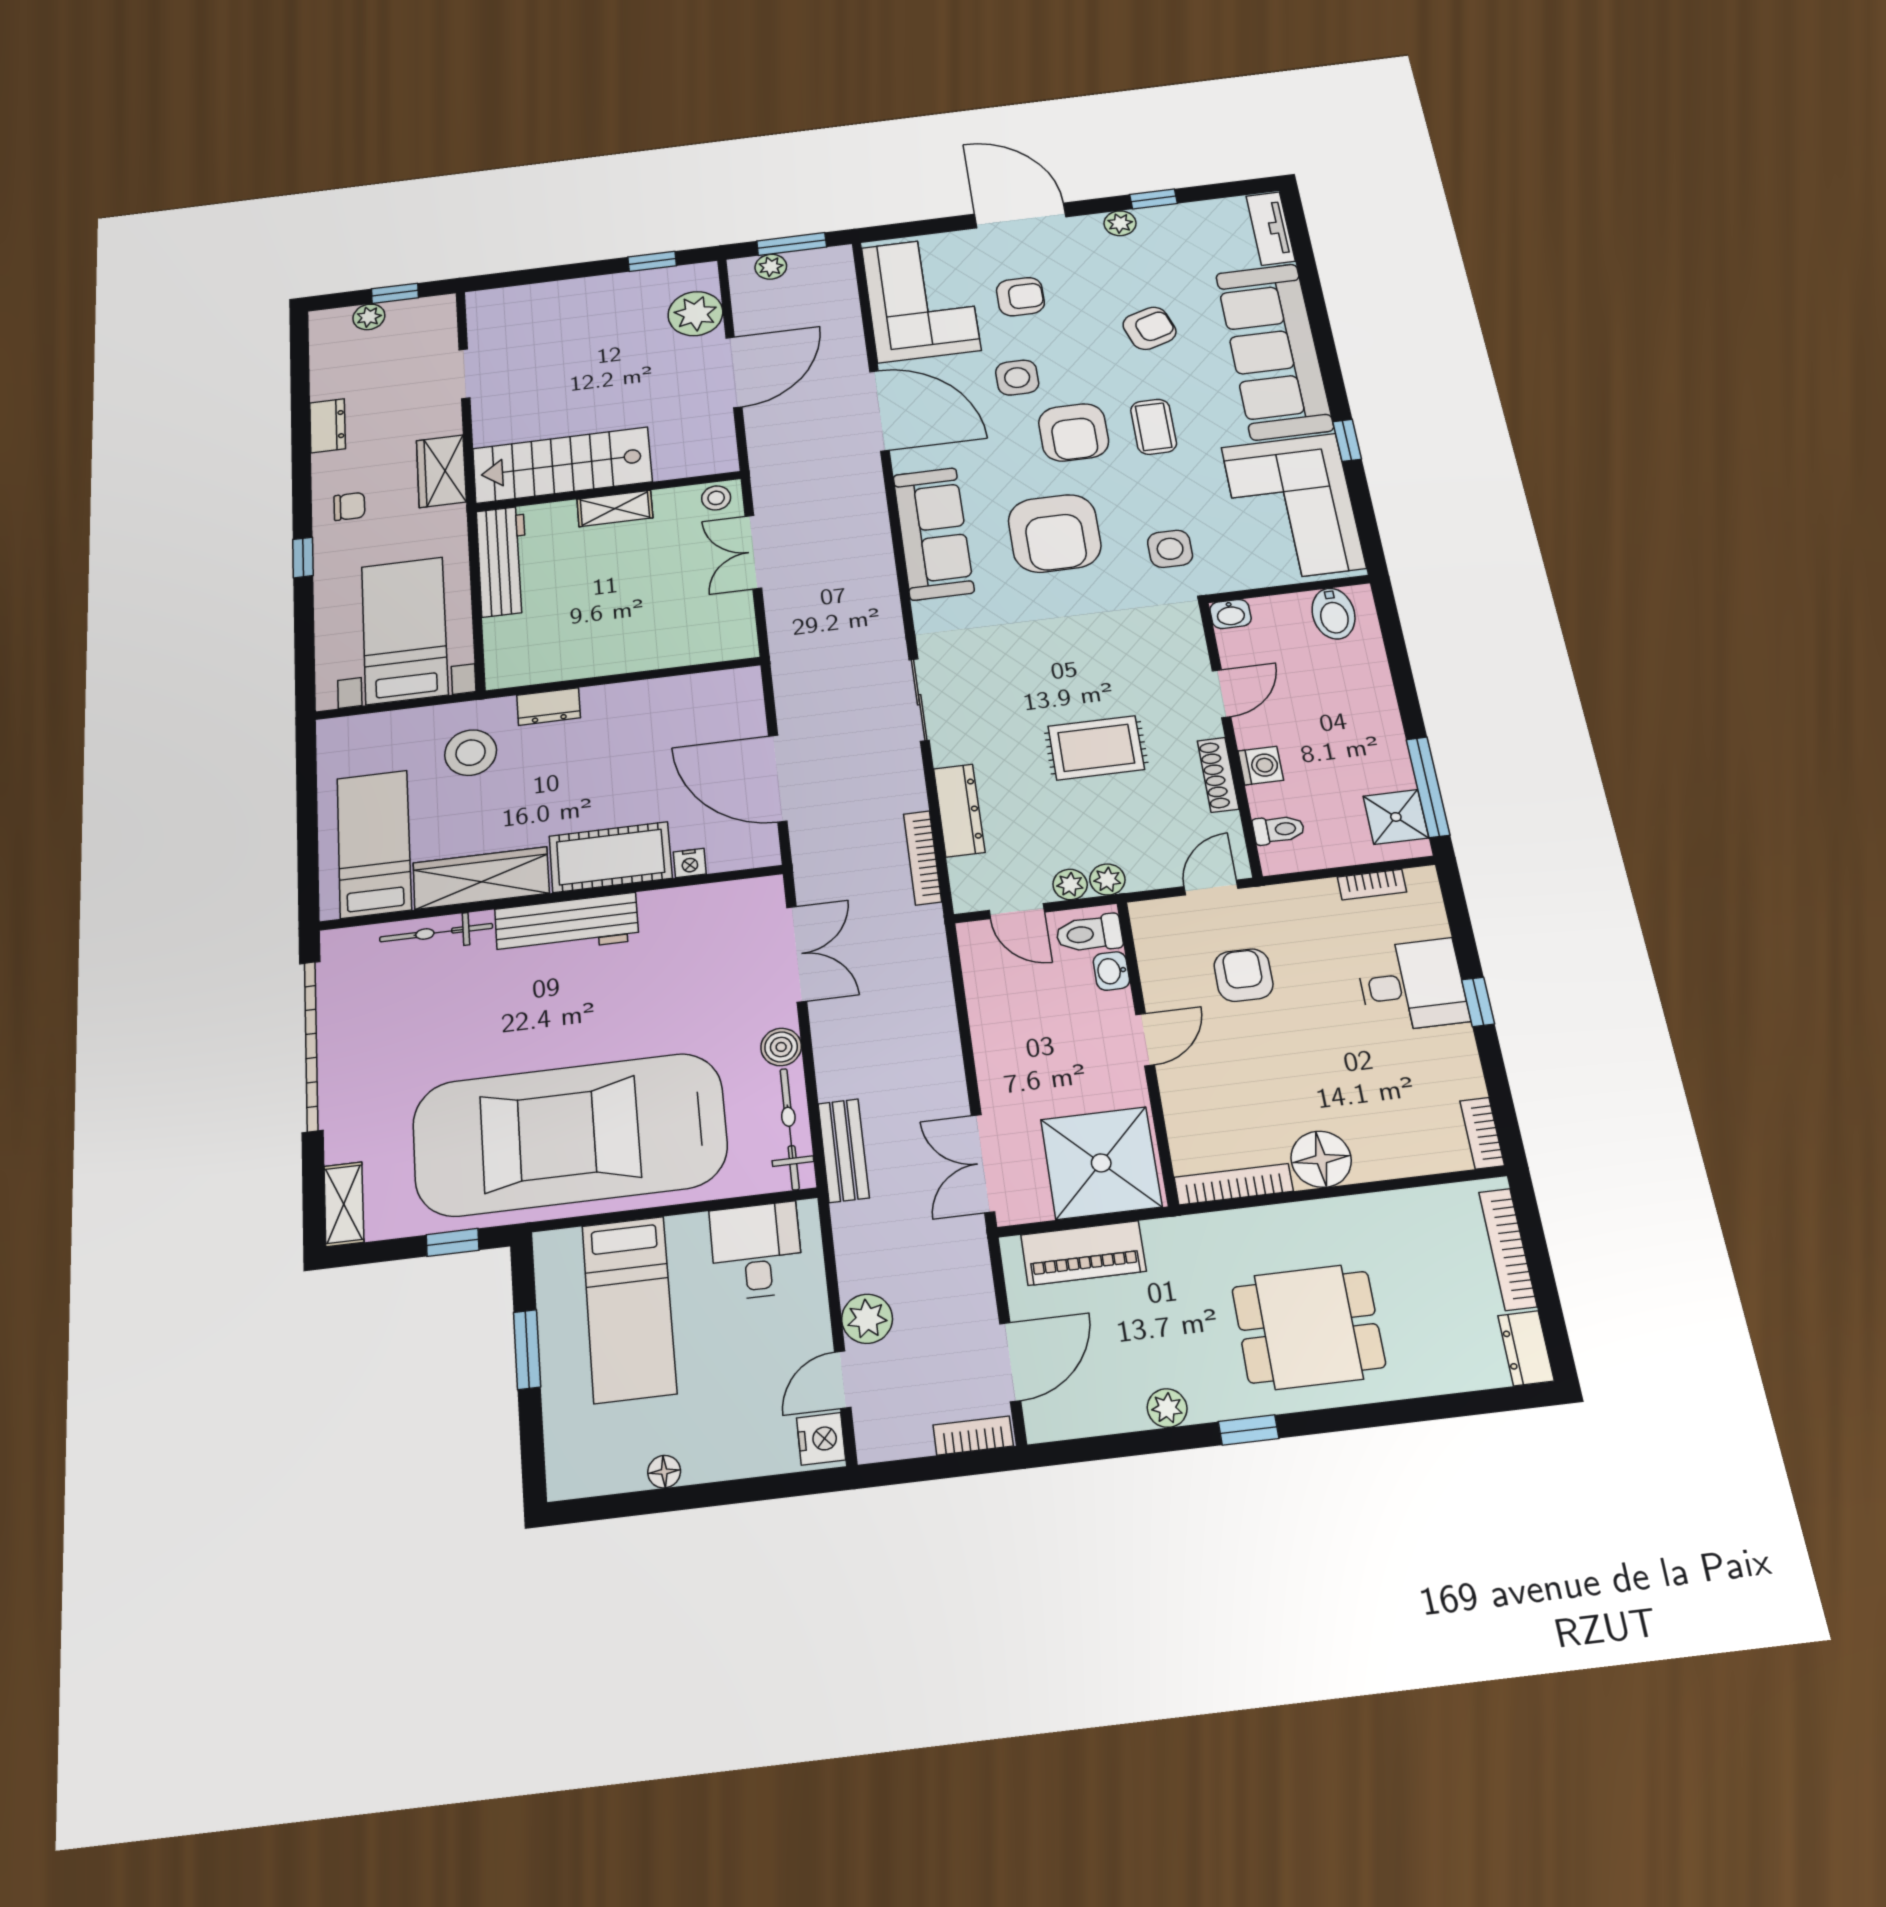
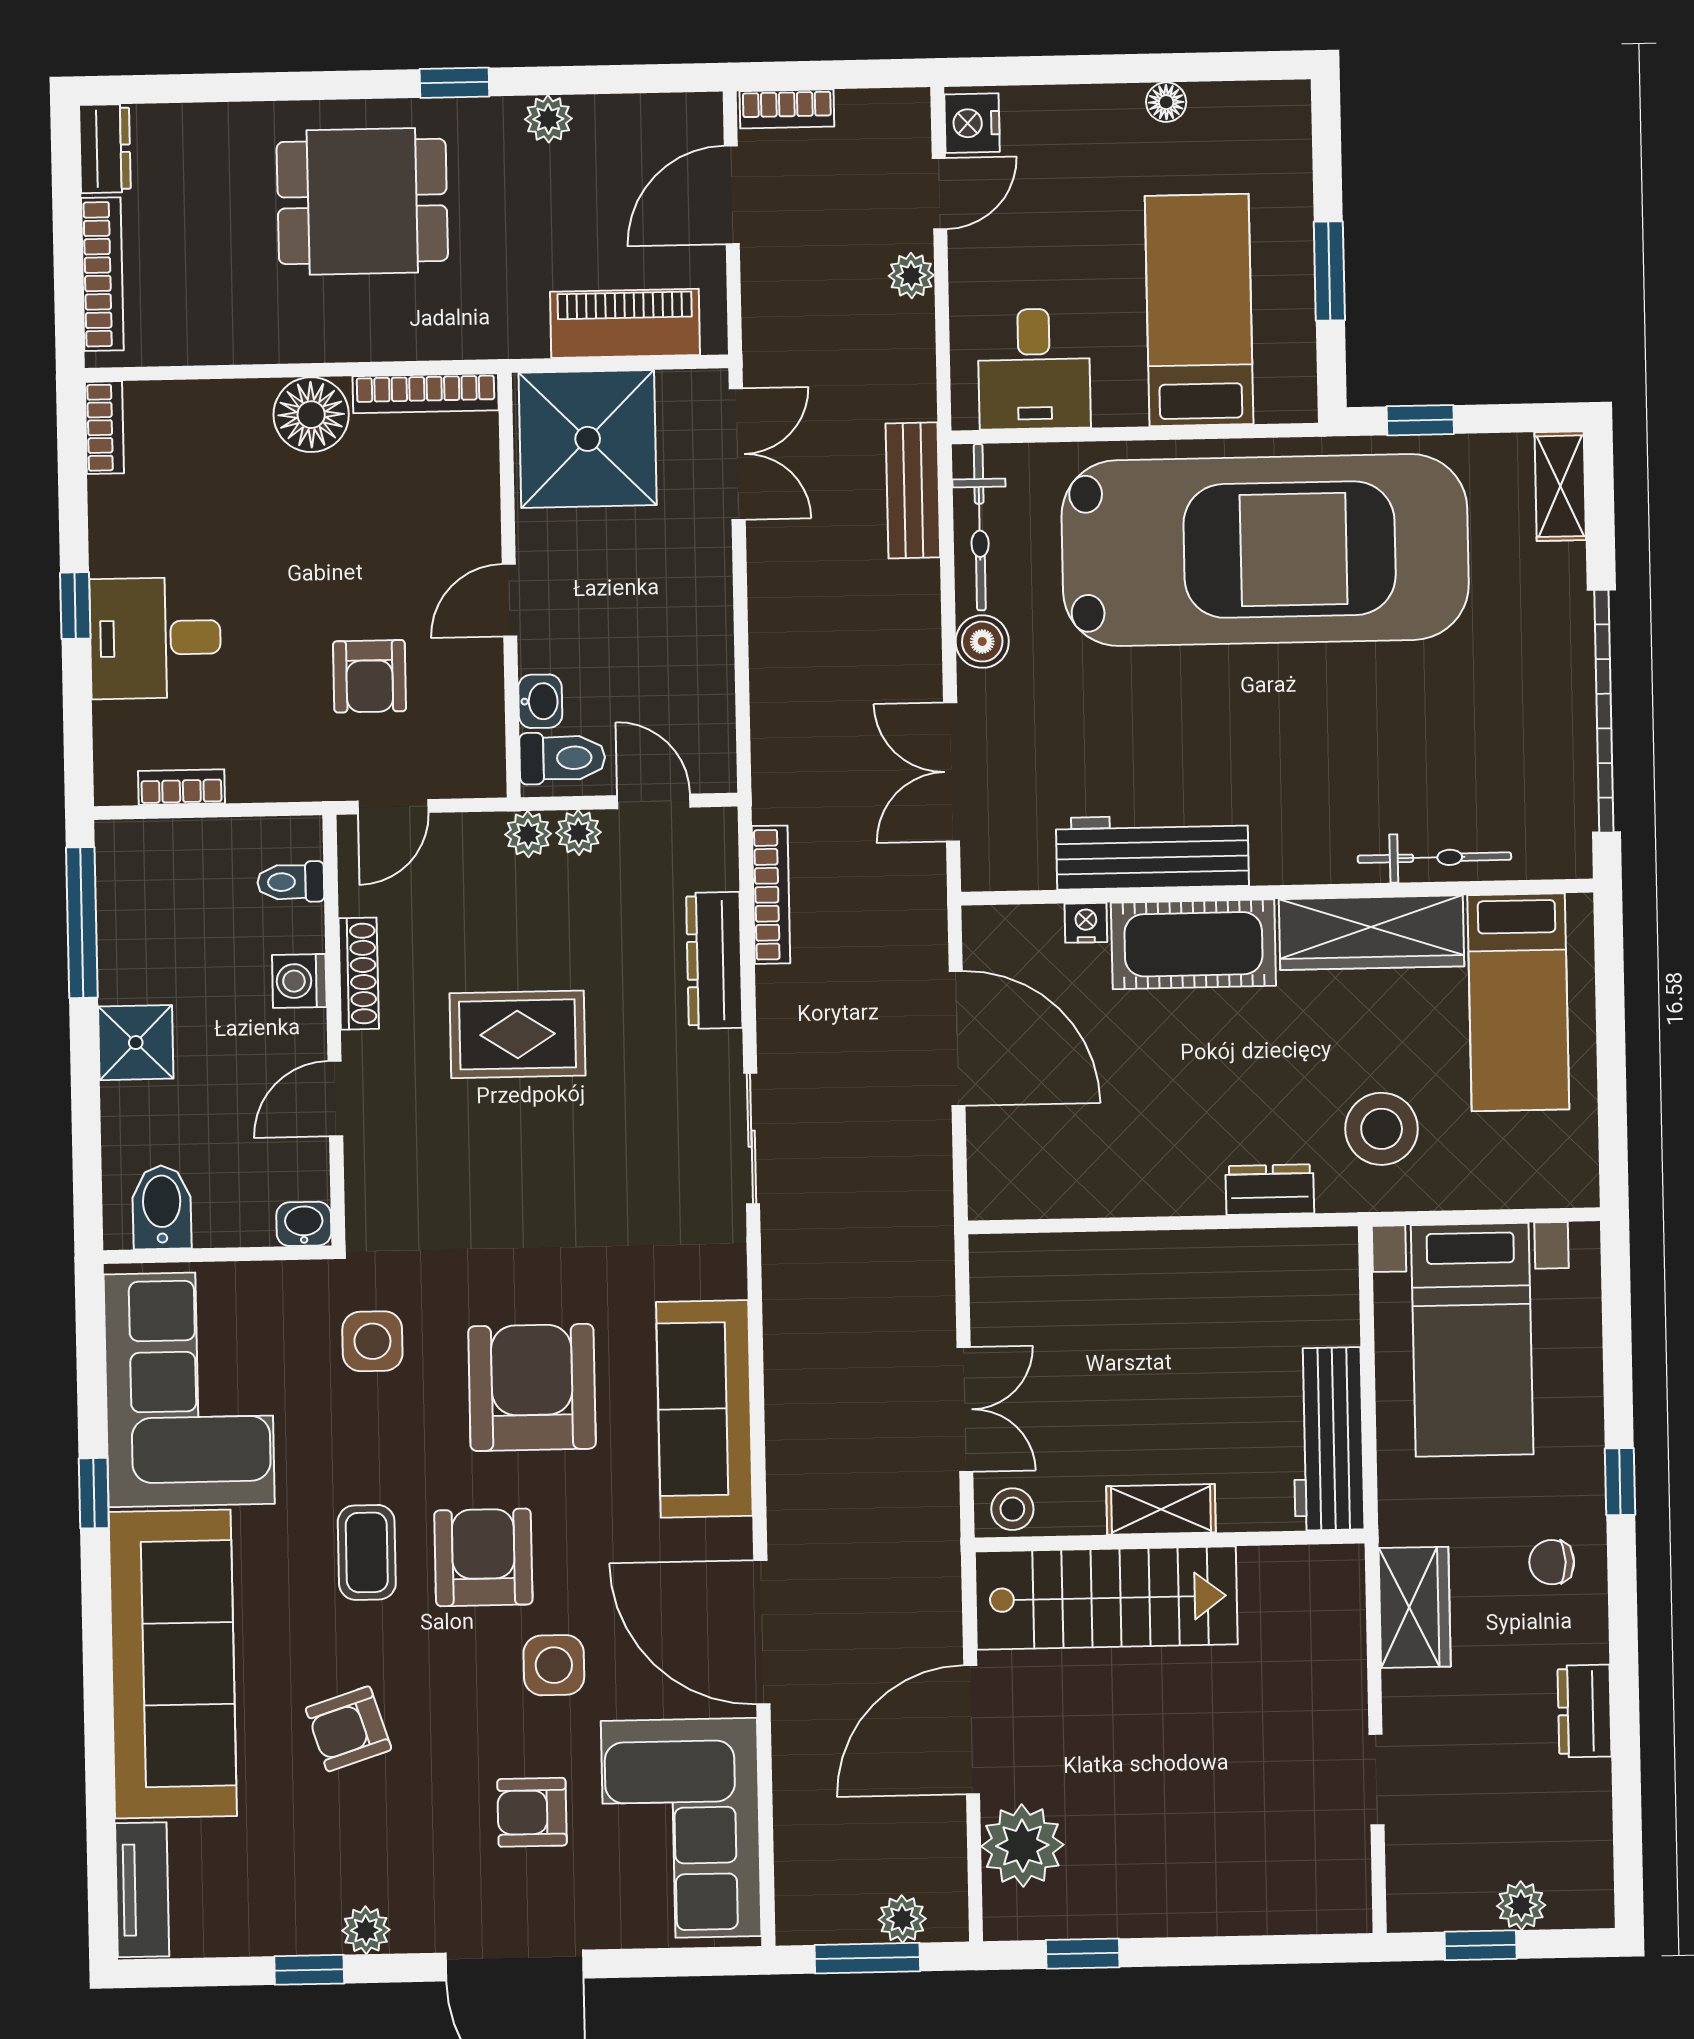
stairs: (562, 465) -> (1106, 1598), moved
shower: (1396, 817) -> (136, 1043), moved
workbench: (567, 925) -> (1152, 852), moved
plant: (867, 1319) -> (911, 275), width x0.73, depth x0.73

